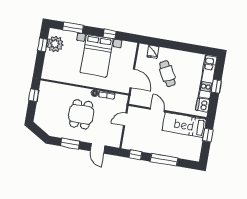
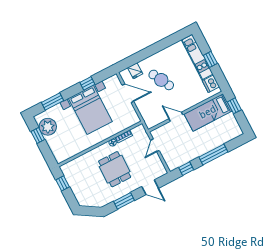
door: (132, 78) -> (128, 93), moved

